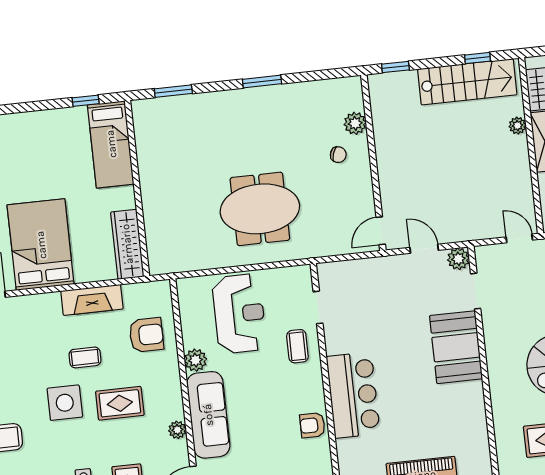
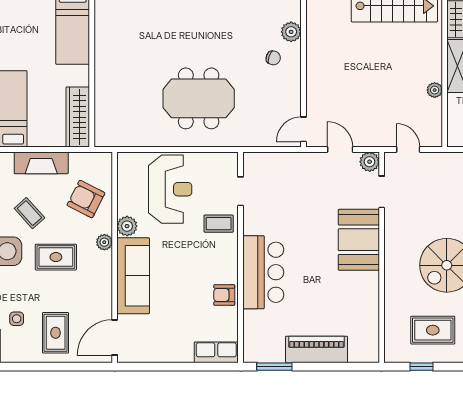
plant: (517, 126) -> (435, 90), moved
door: (519, 238) -> (408, 150), moved
armchair: (146, 335) -> (86, 199), turned -153
coffee table: (297, 346) -> (219, 224), turned 90
coffee table: (85, 357) -> (29, 213), turned 48
plant: (177, 430) -> (104, 242), moved

